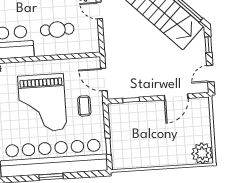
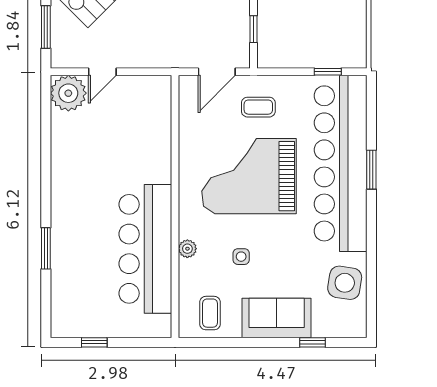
cafe table: (57, 30) -> (129, 143), removed
grand piano: (42, 103) -> (249, 176), turned 180

